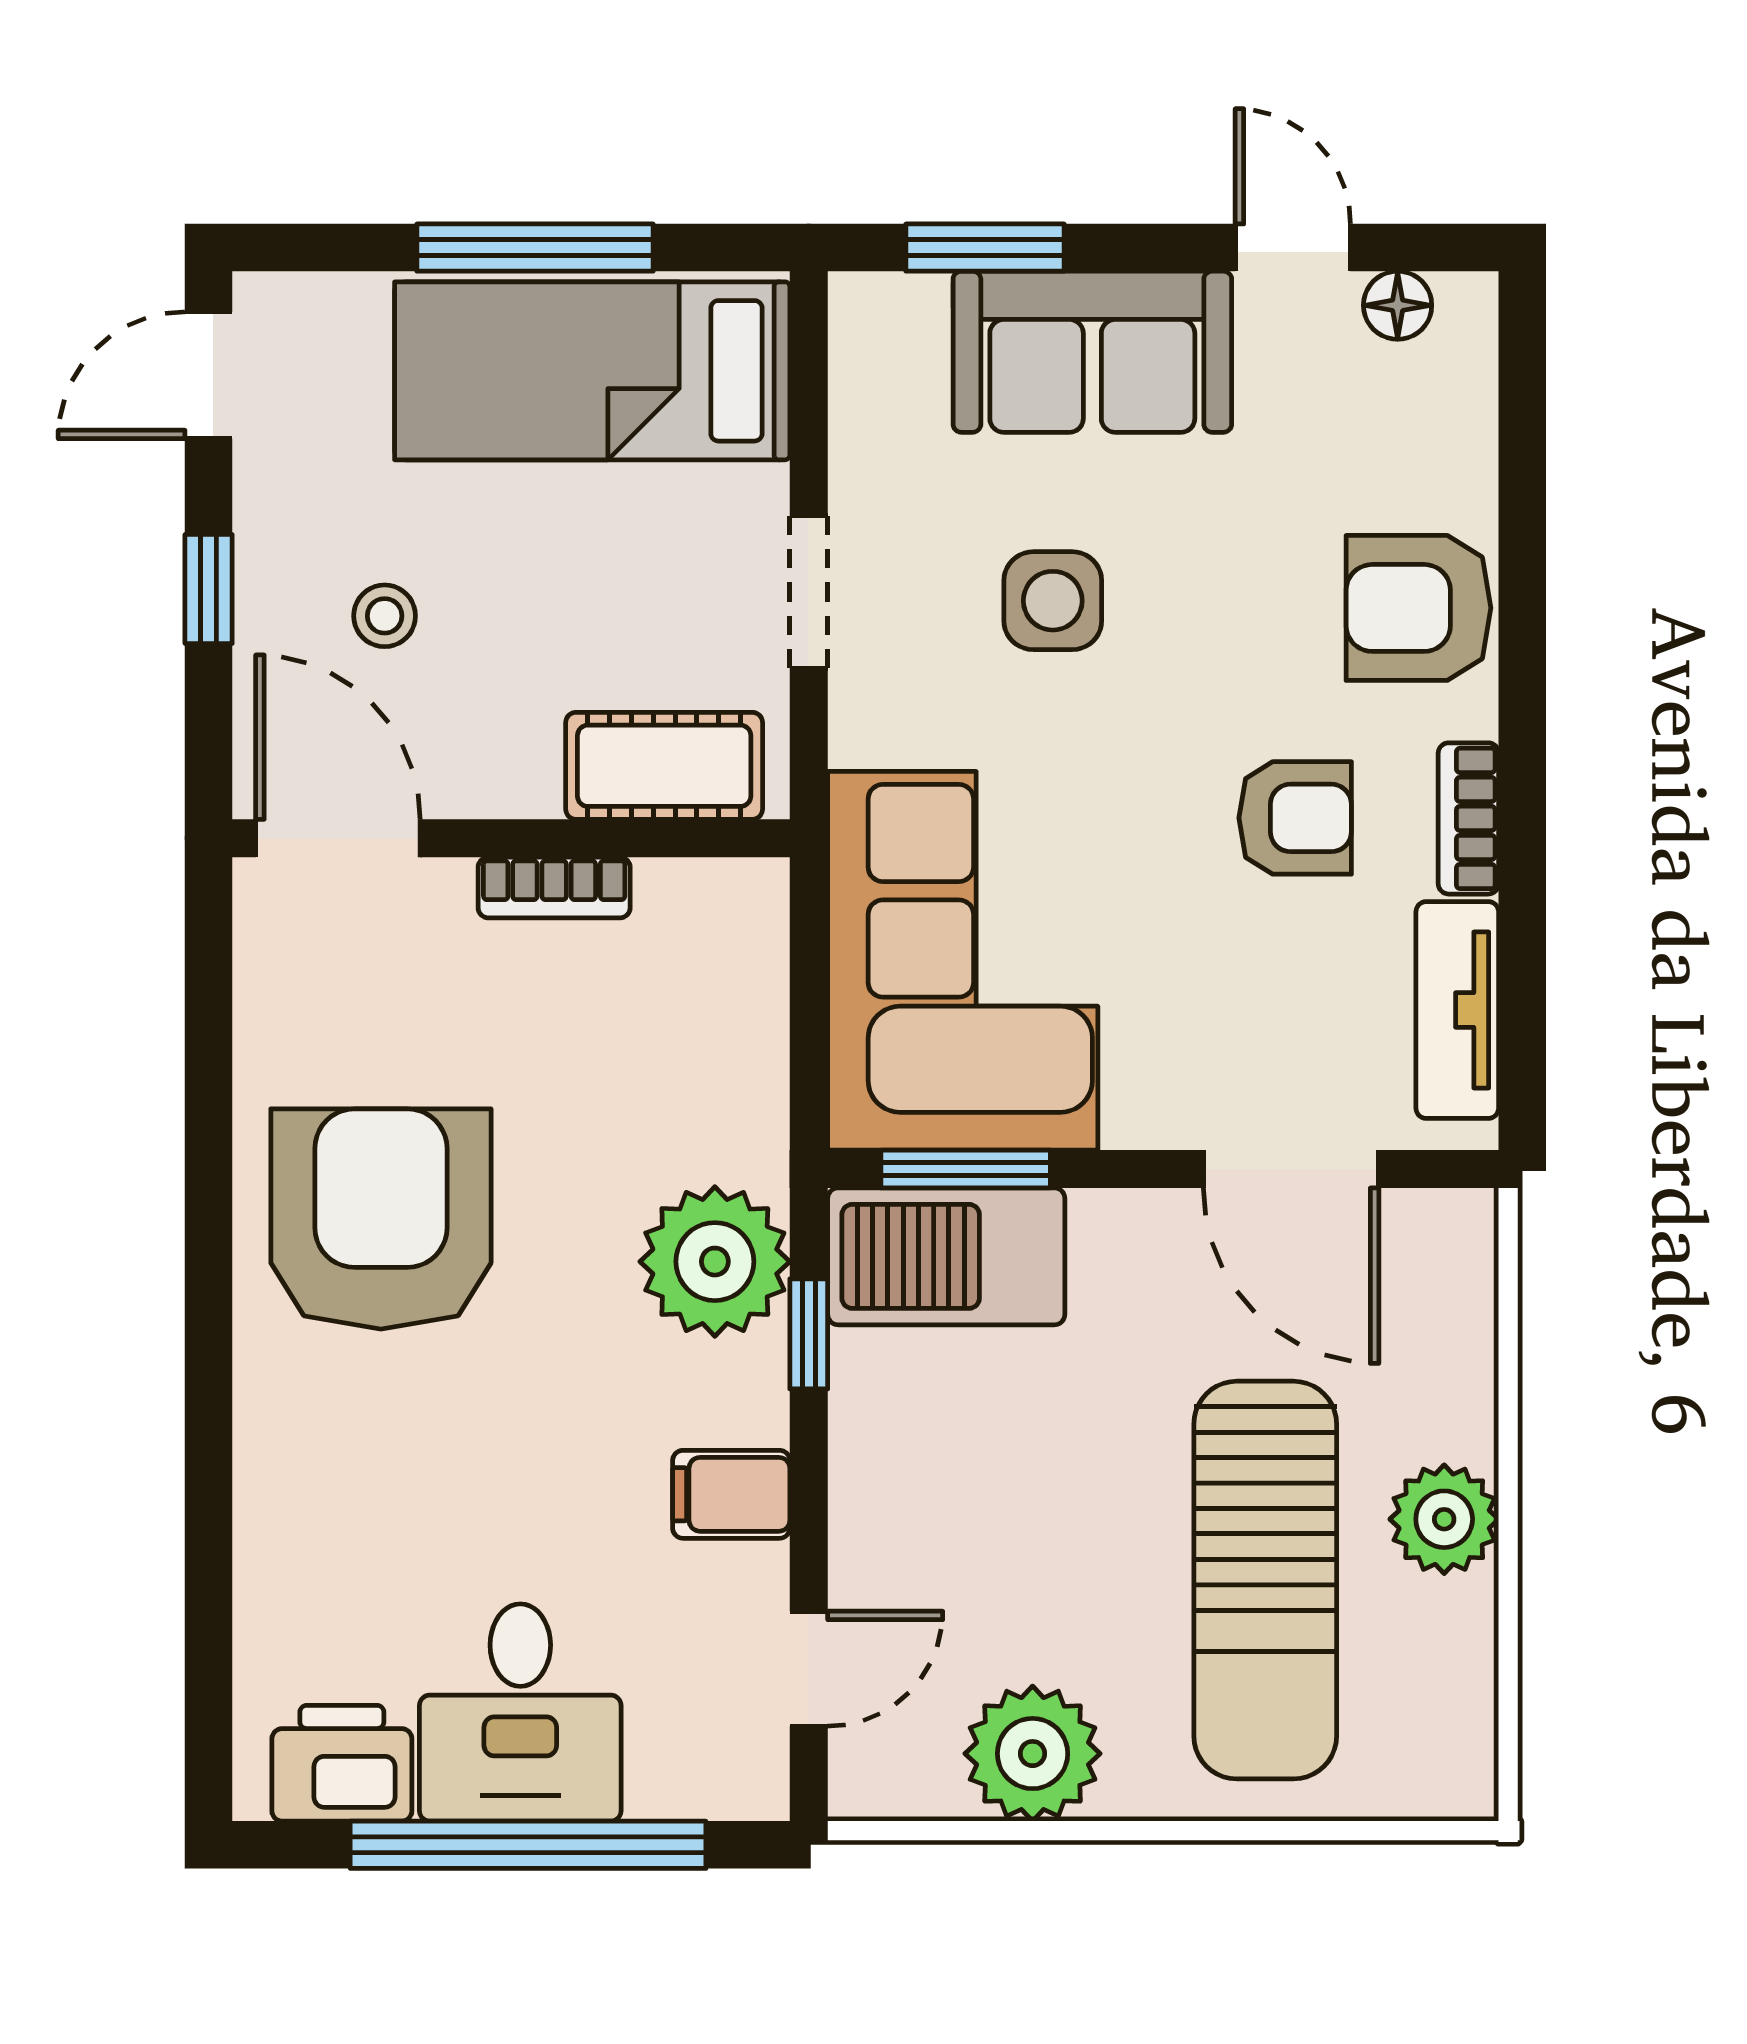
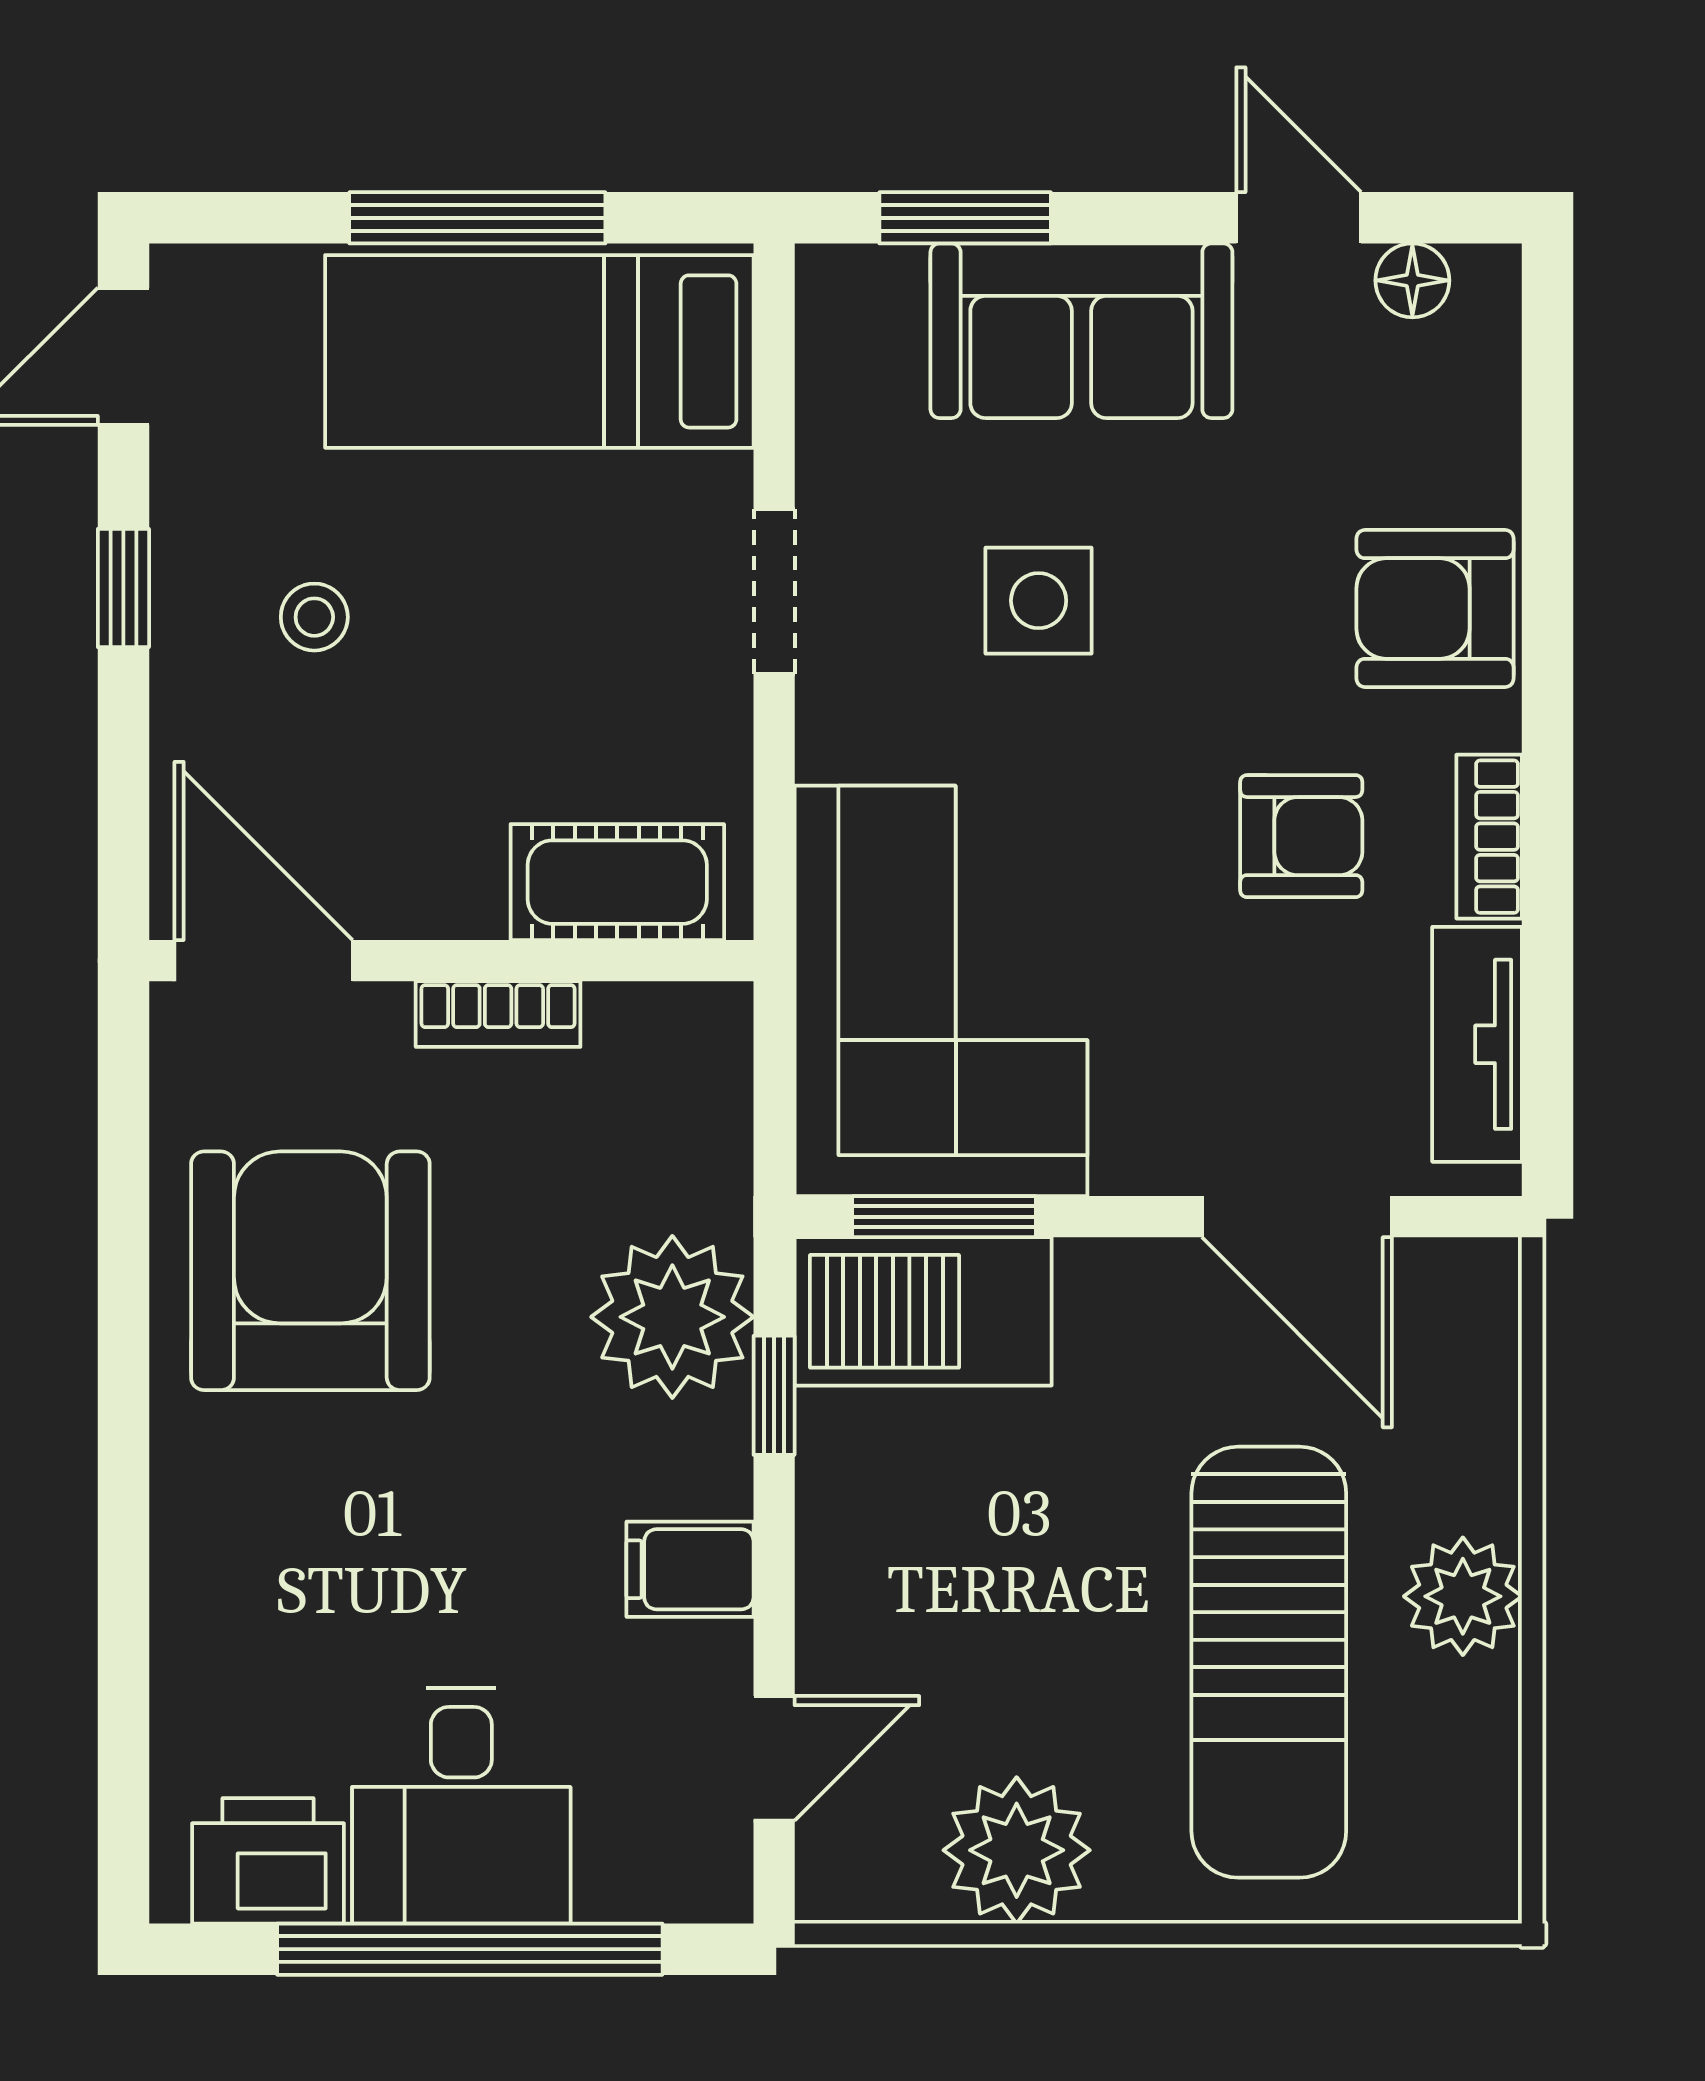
cot: (664, 766) -> (617, 882), moved
door: (338, 838) -> (264, 961), moved
wall: (511, 838) -> (451, 961), moved
bookcase: (554, 888) -> (498, 1014), moved

